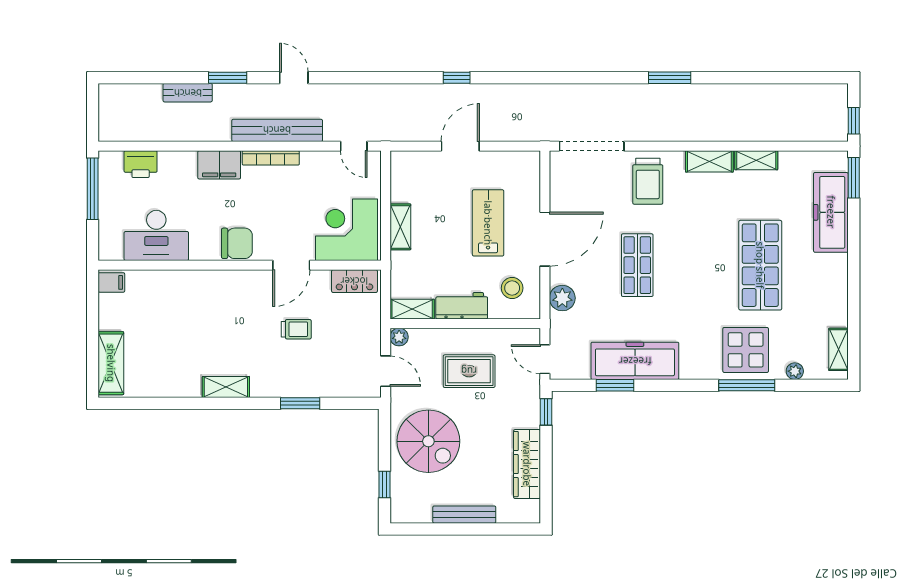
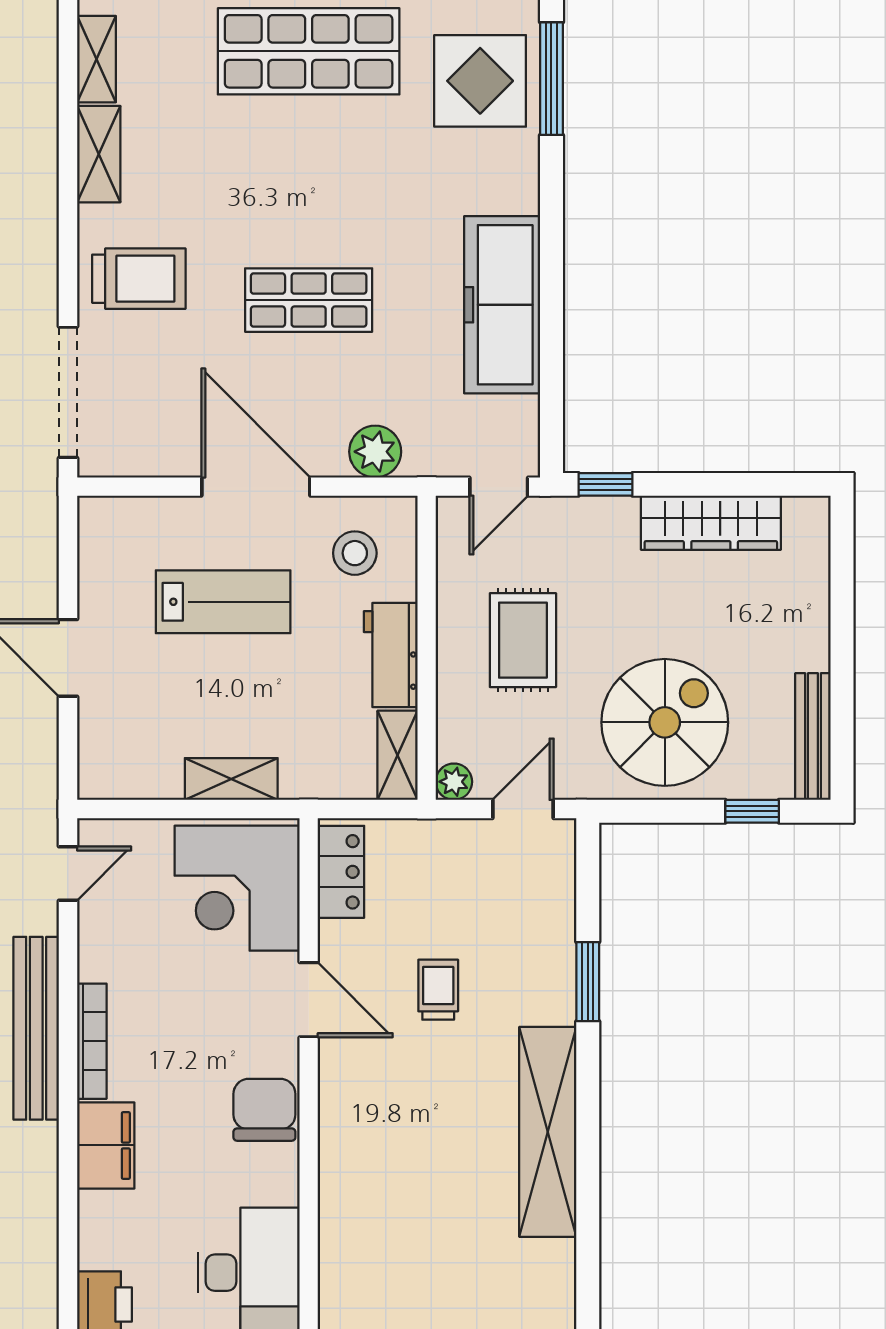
lab bench: (488, 223) -> (223, 602), turned 180
window: (615, 385) -> (551, 345), removed
shelving: (226, 387) -> (548, 1132), width x2.20, depth x1.33
bench: (464, 515) -> (813, 737), moved

